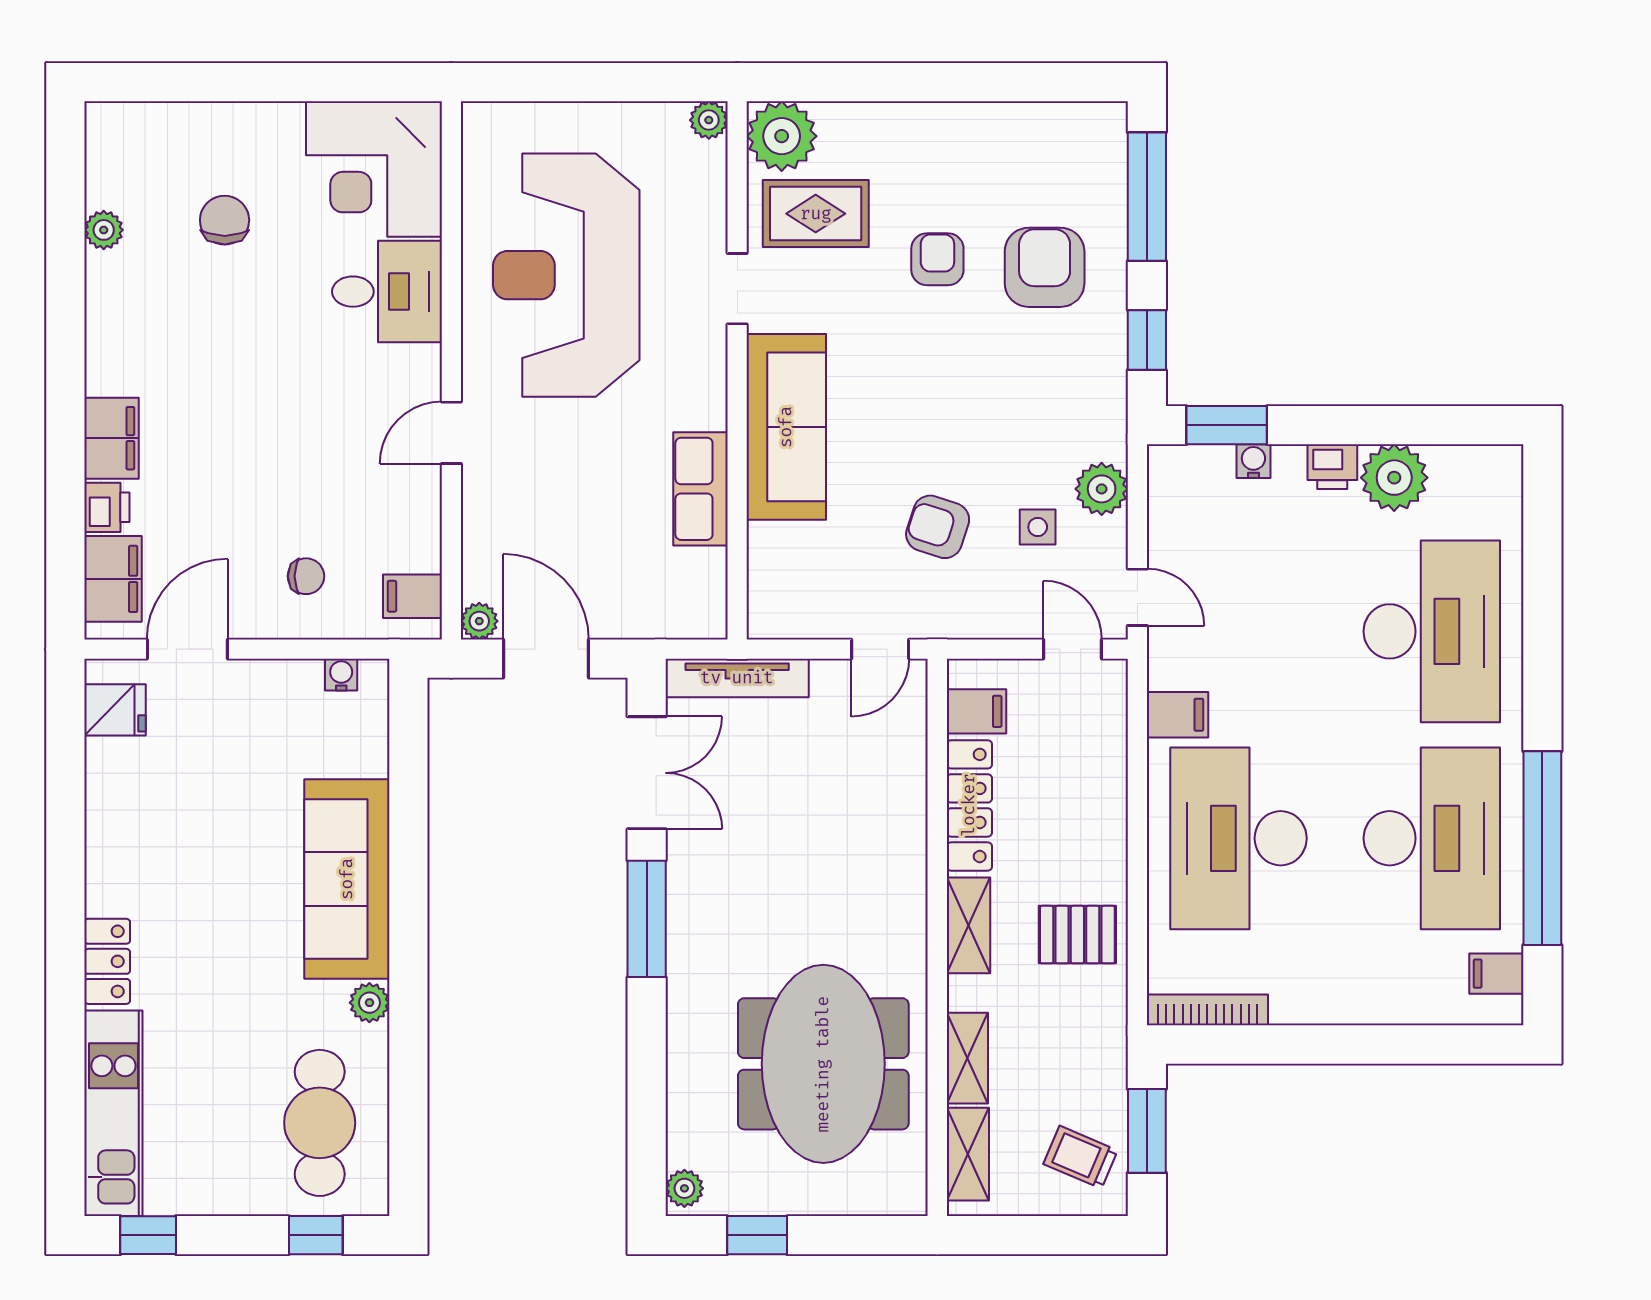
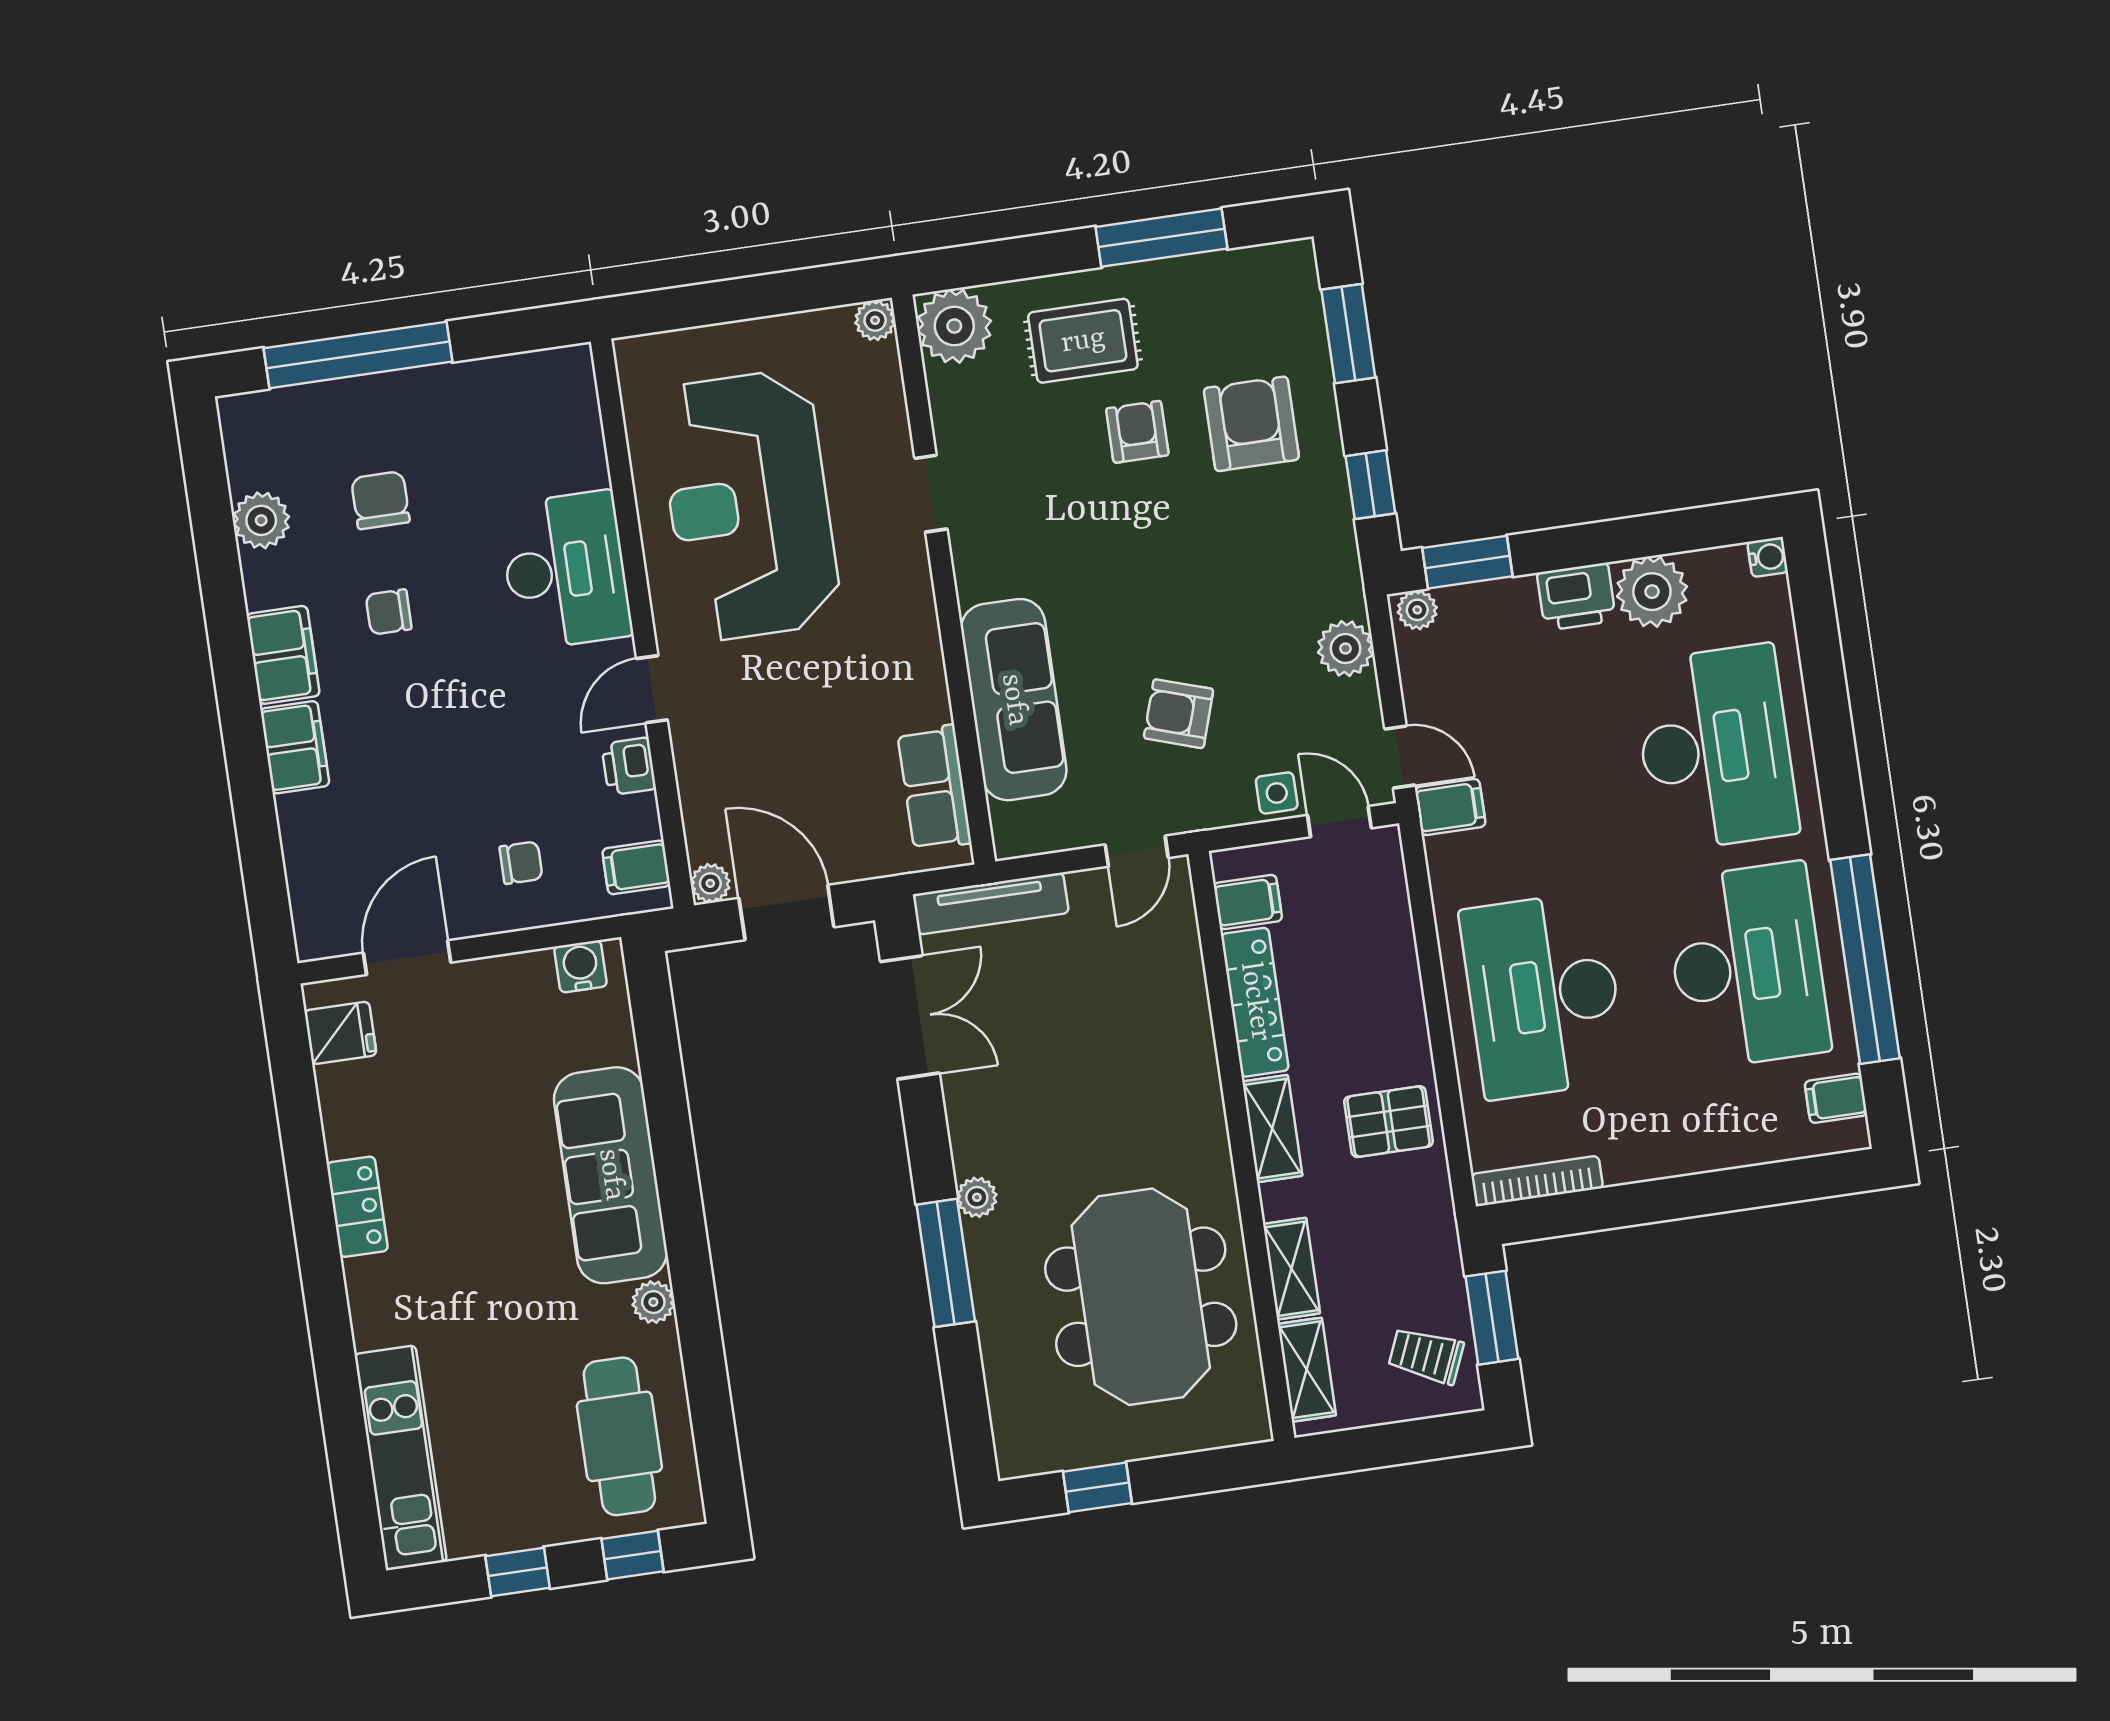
window: (223, 82) -> (358, 355), added
window: (986, 82) -> (1161, 238), added
corner desk: (374, 169) -> (530, 423), removed
window: (1147, 197) -> (1348, 334), width x0.69
rug: (816, 214) -> (1083, 341), moved
plant: (104, 230) -> (261, 520), width x1.38, depth x1.38
desk: (387, 292) -> (565, 570), width x1.37
chair: (217, 325) -> (389, 612), added
sofa: (786, 427) -> (1014, 700), moved
water cooler: (1253, 461) -> (1768, 557), moved, turned 90
plant: (1174, 463) -> (1417, 610), added
printer: (1332, 467) -> (1576, 597), width x1.36, depth x1.24
row of seats: (700, 489) -> (934, 788), moved
printer: (107, 507) -> (629, 766), moved, turned 180
side table: (1038, 527) -> (1277, 793), moved
filing cabinet: (113, 579) -> (283, 655), moved
water cooler: (341, 675) -> (581, 966), width x1.38, depth x1.38
filing cabinet: (1177, 715) -> (1450, 807), moved
window: (647, 919) -> (946, 1263), moved
locker: (107, 961) -> (357, 1207), moved
plant: (684, 1188) -> (977, 1197), moved
window: (148, 1235) -> (518, 1572), moved

